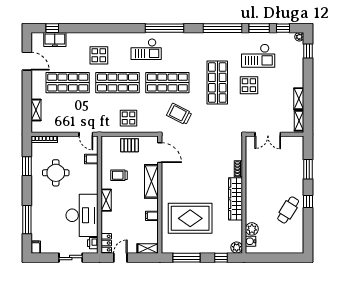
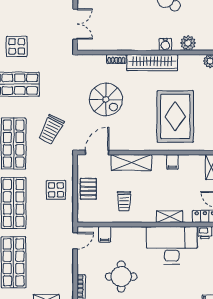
spiral stairs: (204, 160) -> (106, 100), added
shelving: (106, 200) -> (170, 217), moved
water cooler: (251, 241) -> (165, 44), moved

